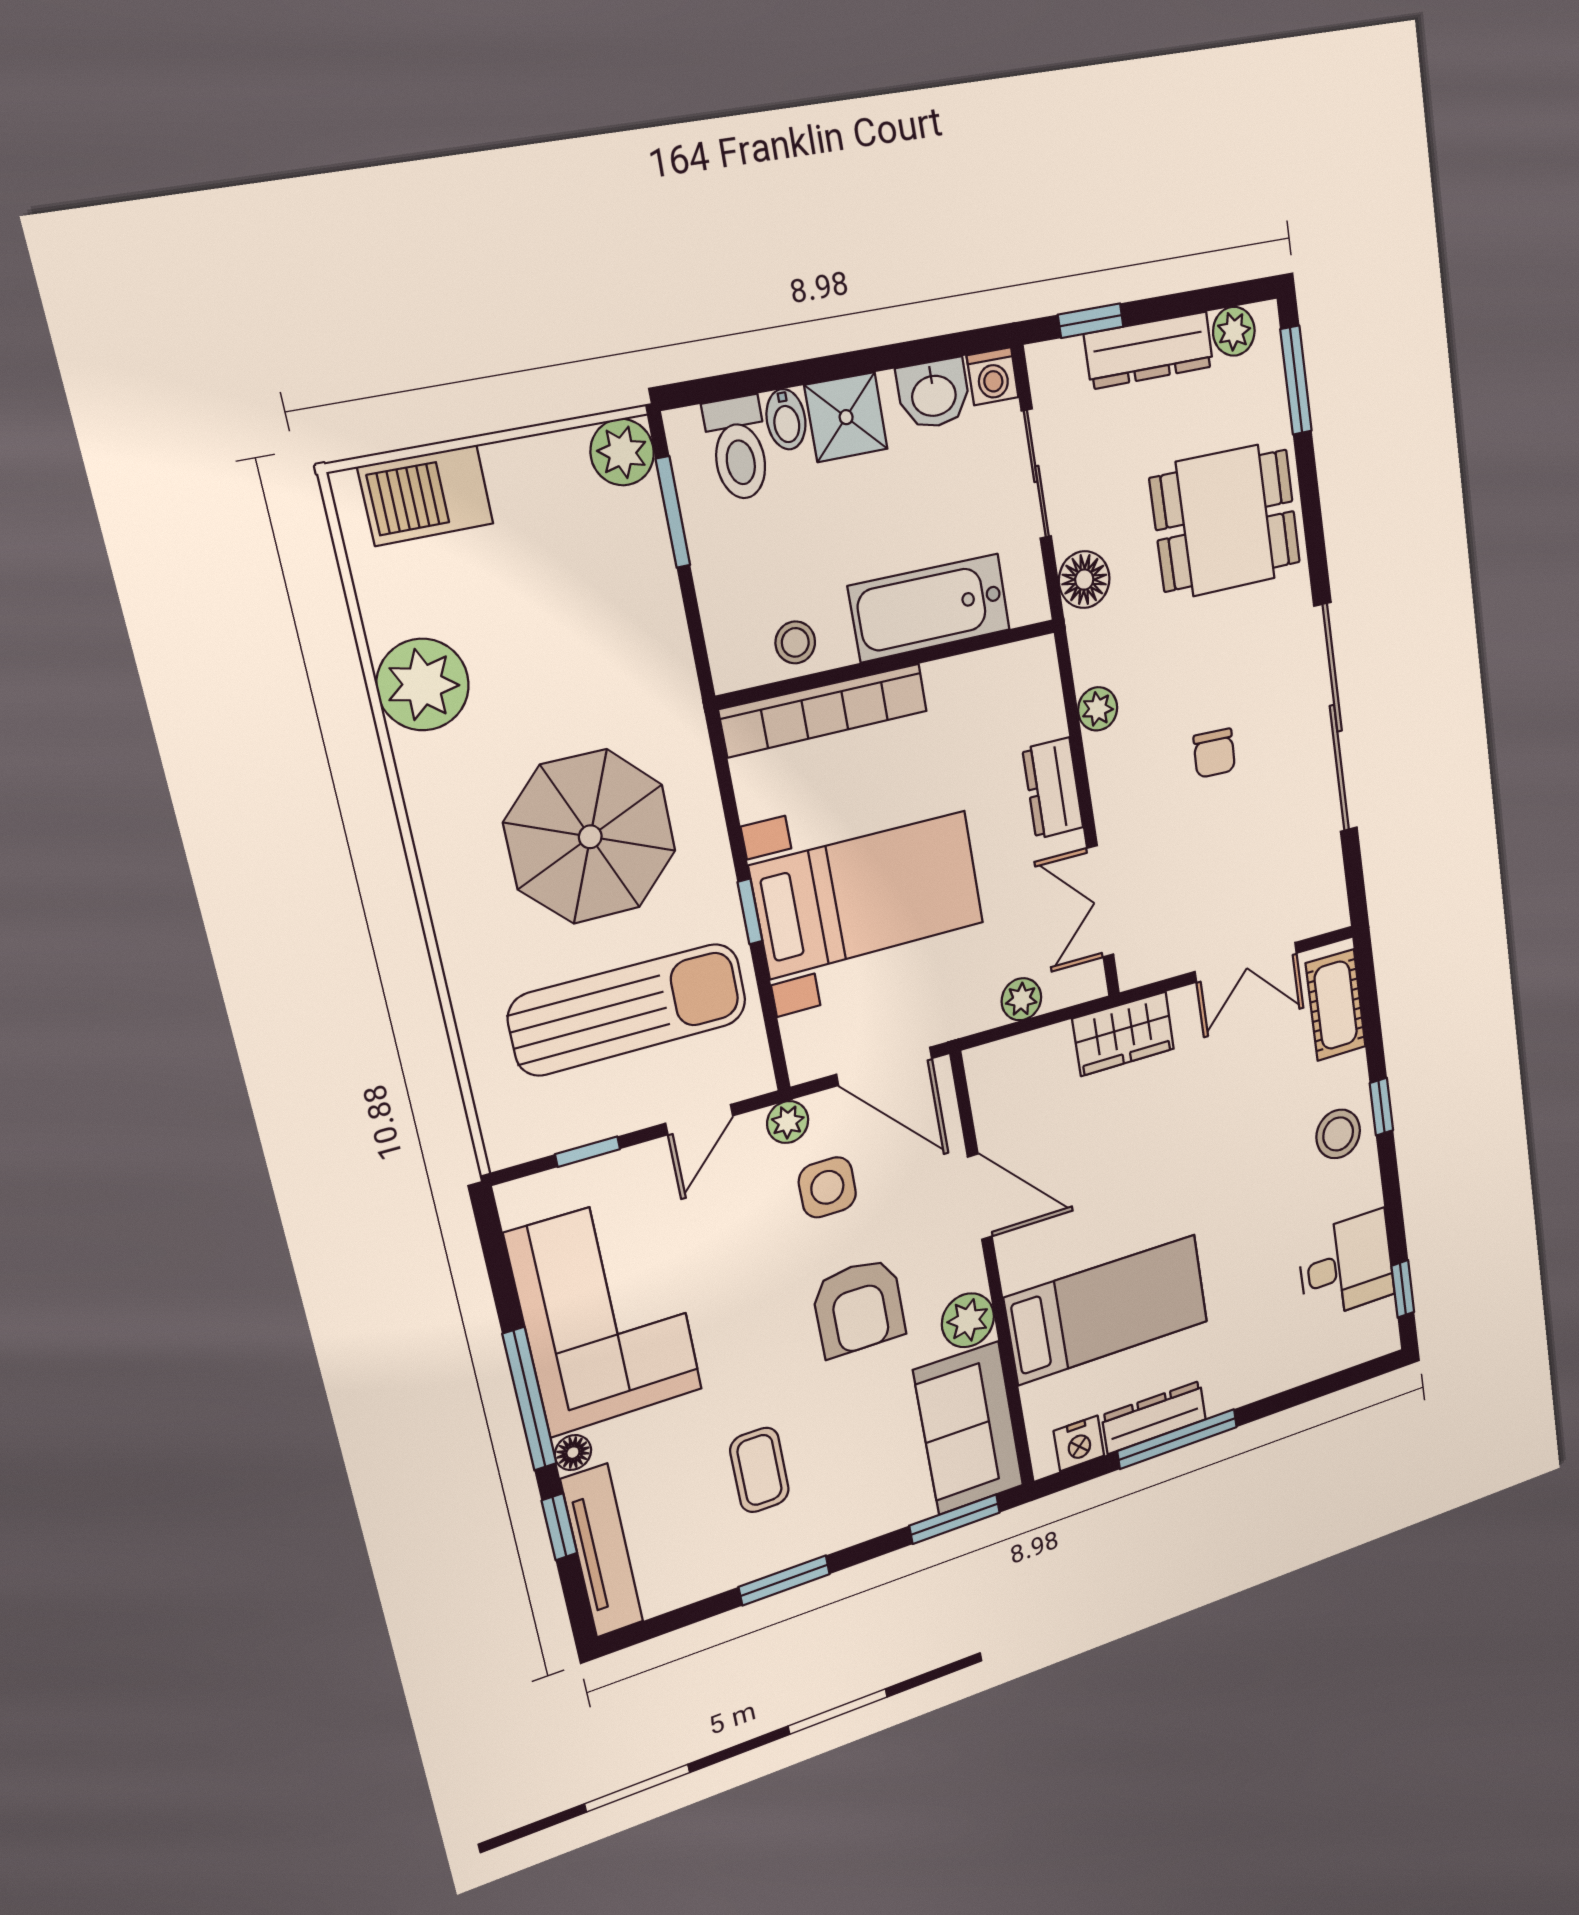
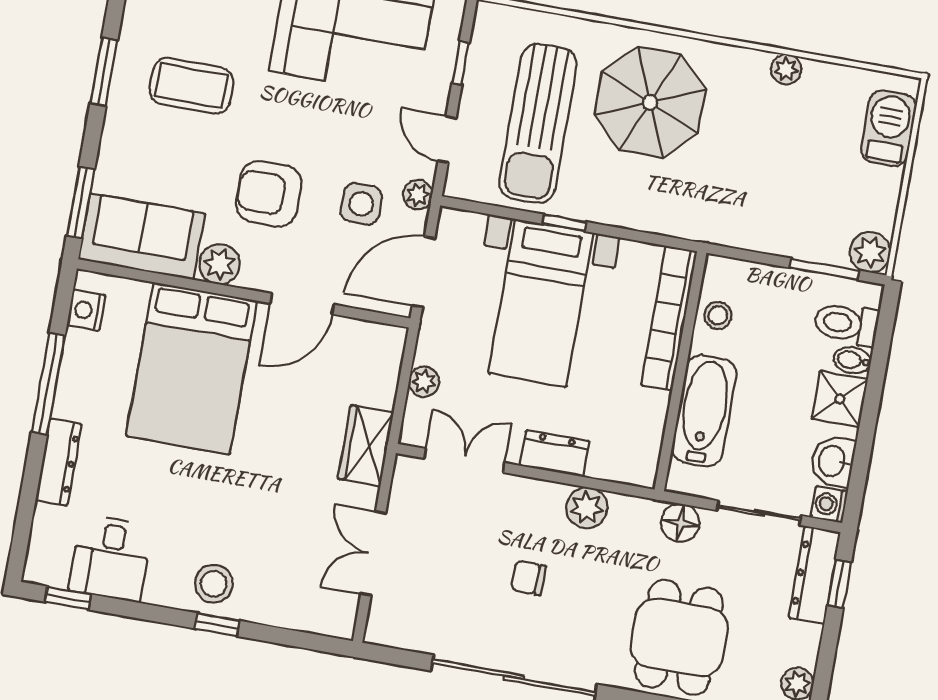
dresser: (1149, 350) -> (815, 575), moved
plant: (423, 685) -> (786, 69), width x0.53, depth x0.53
plant: (1098, 709) -> (587, 508), width x1.38, depth x1.38
parasol: (590, 837) -> (650, 102), moved
cot: (1336, 1005) -> (310, 612), removed
bed: (1107, 1310) -> (192, 368), width x1.50
dresser: (1154, 1417) -> (59, 462), moved
coffee table: (760, 1470) -> (191, 86), width x1.36, depth x1.30

